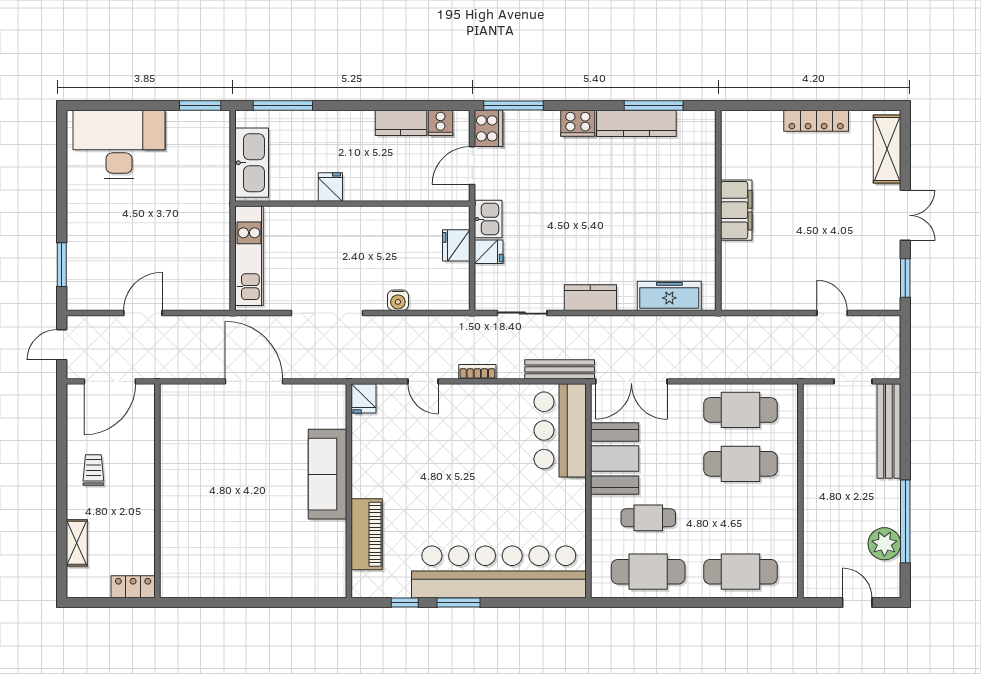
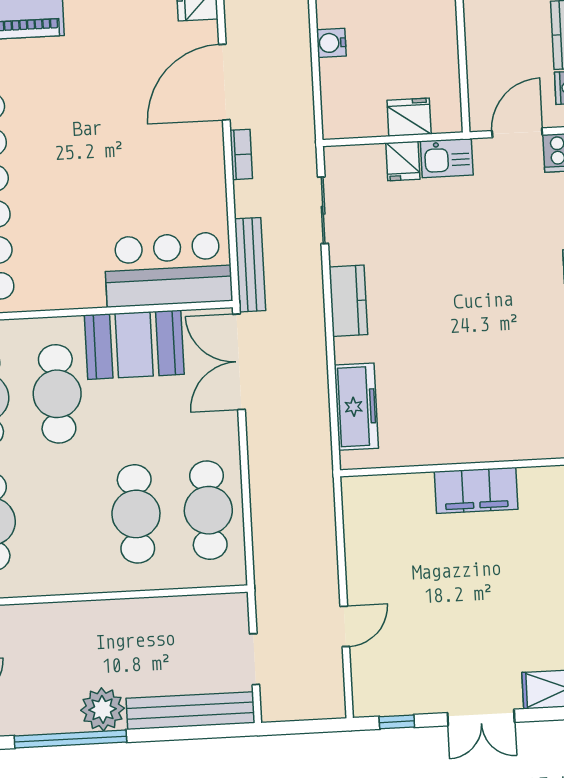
door: (472, 166) -> (517, 133), hinge flipped
window: (905, 278) -> (397, 722), width x0.67
door: (423, 381) -> (224, 82), width x1.87
cafe table: (648, 518) -> (57, 394), width x1.37, depth x1.35
plant: (884, 544) -> (102, 709), moved

